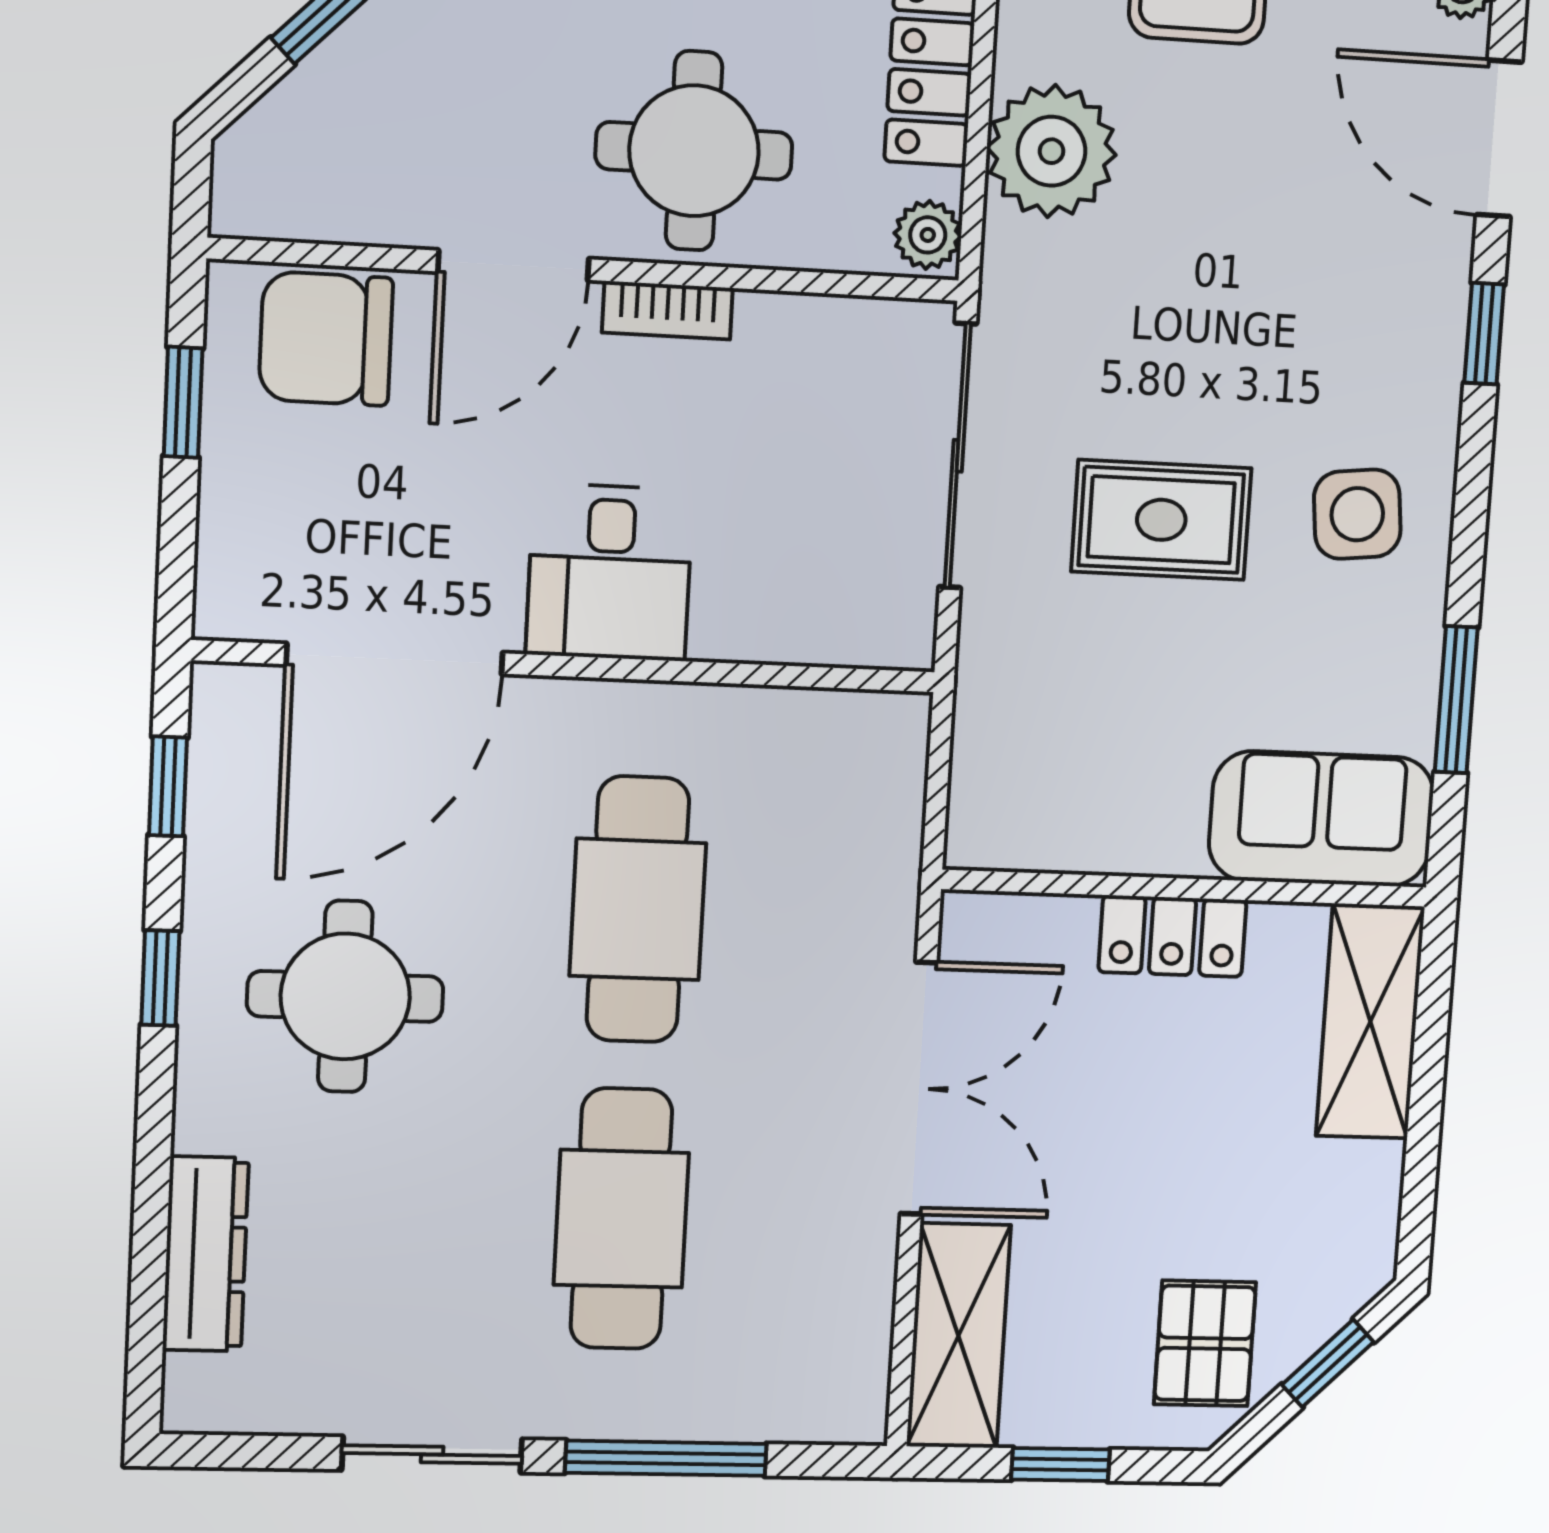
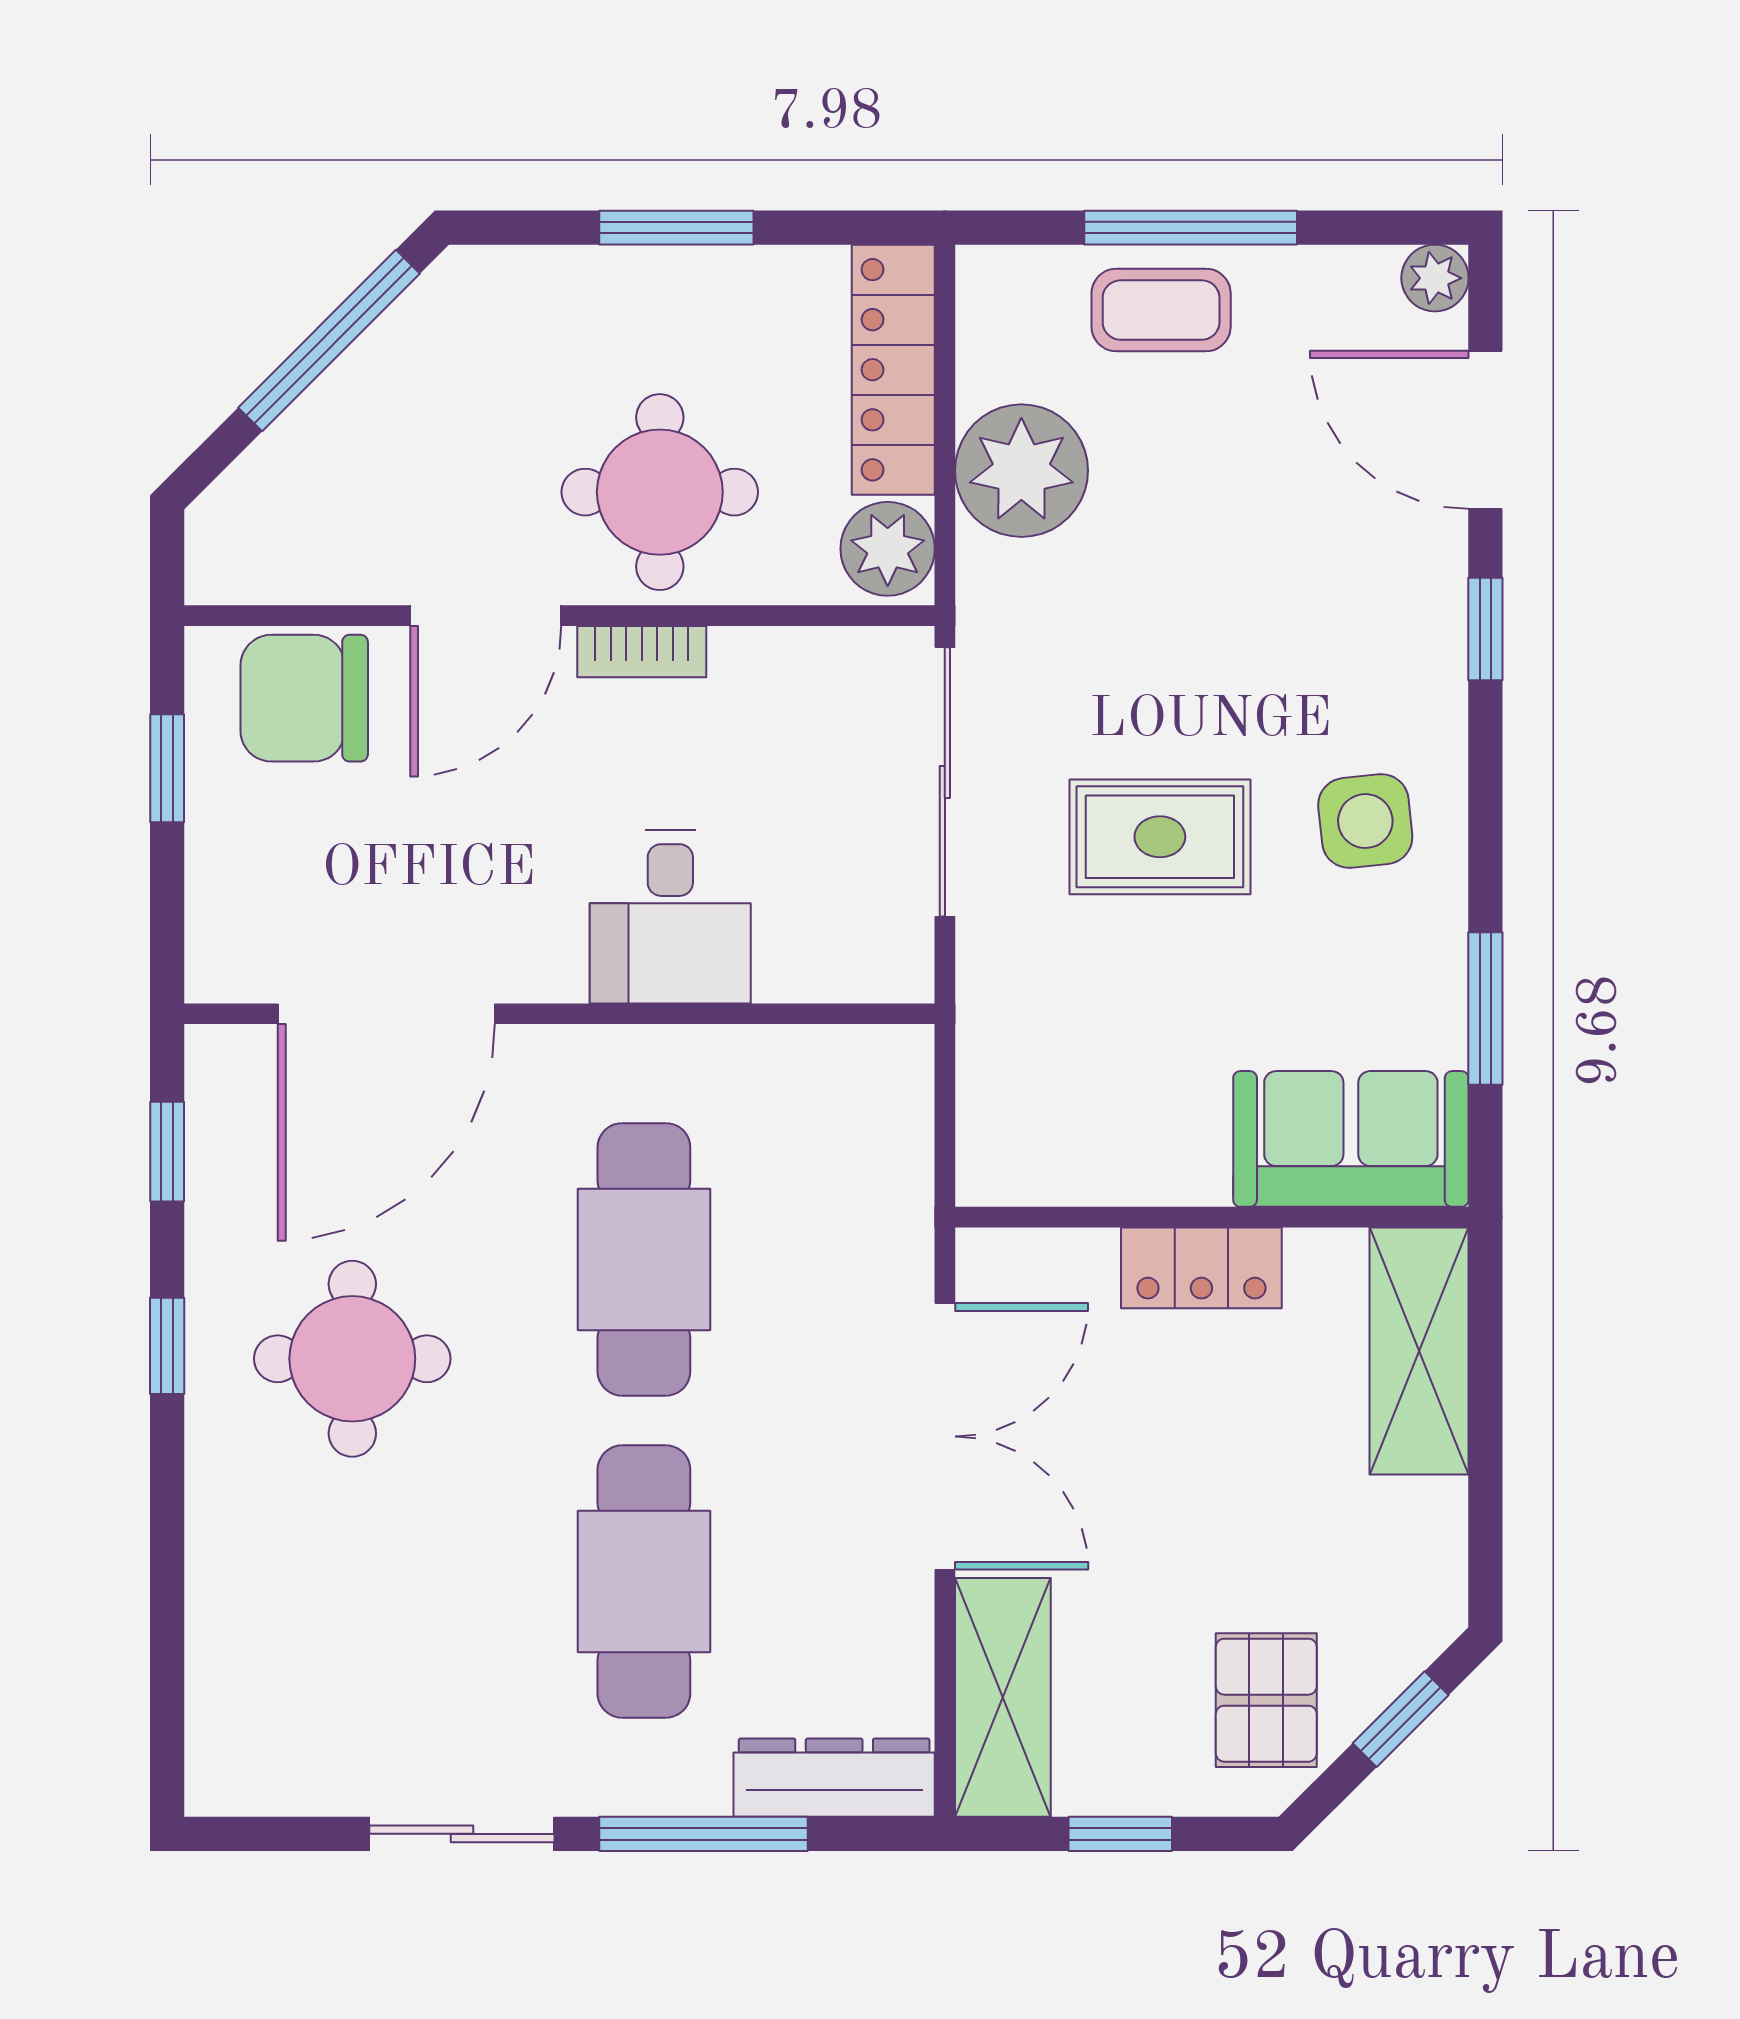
plant: (928, 235) -> (888, 549), width x1.38, depth x1.38
desk: (610, 572) -> (670, 917), moved
dresser: (206, 1254) -> (834, 1778), moved, turned -90

